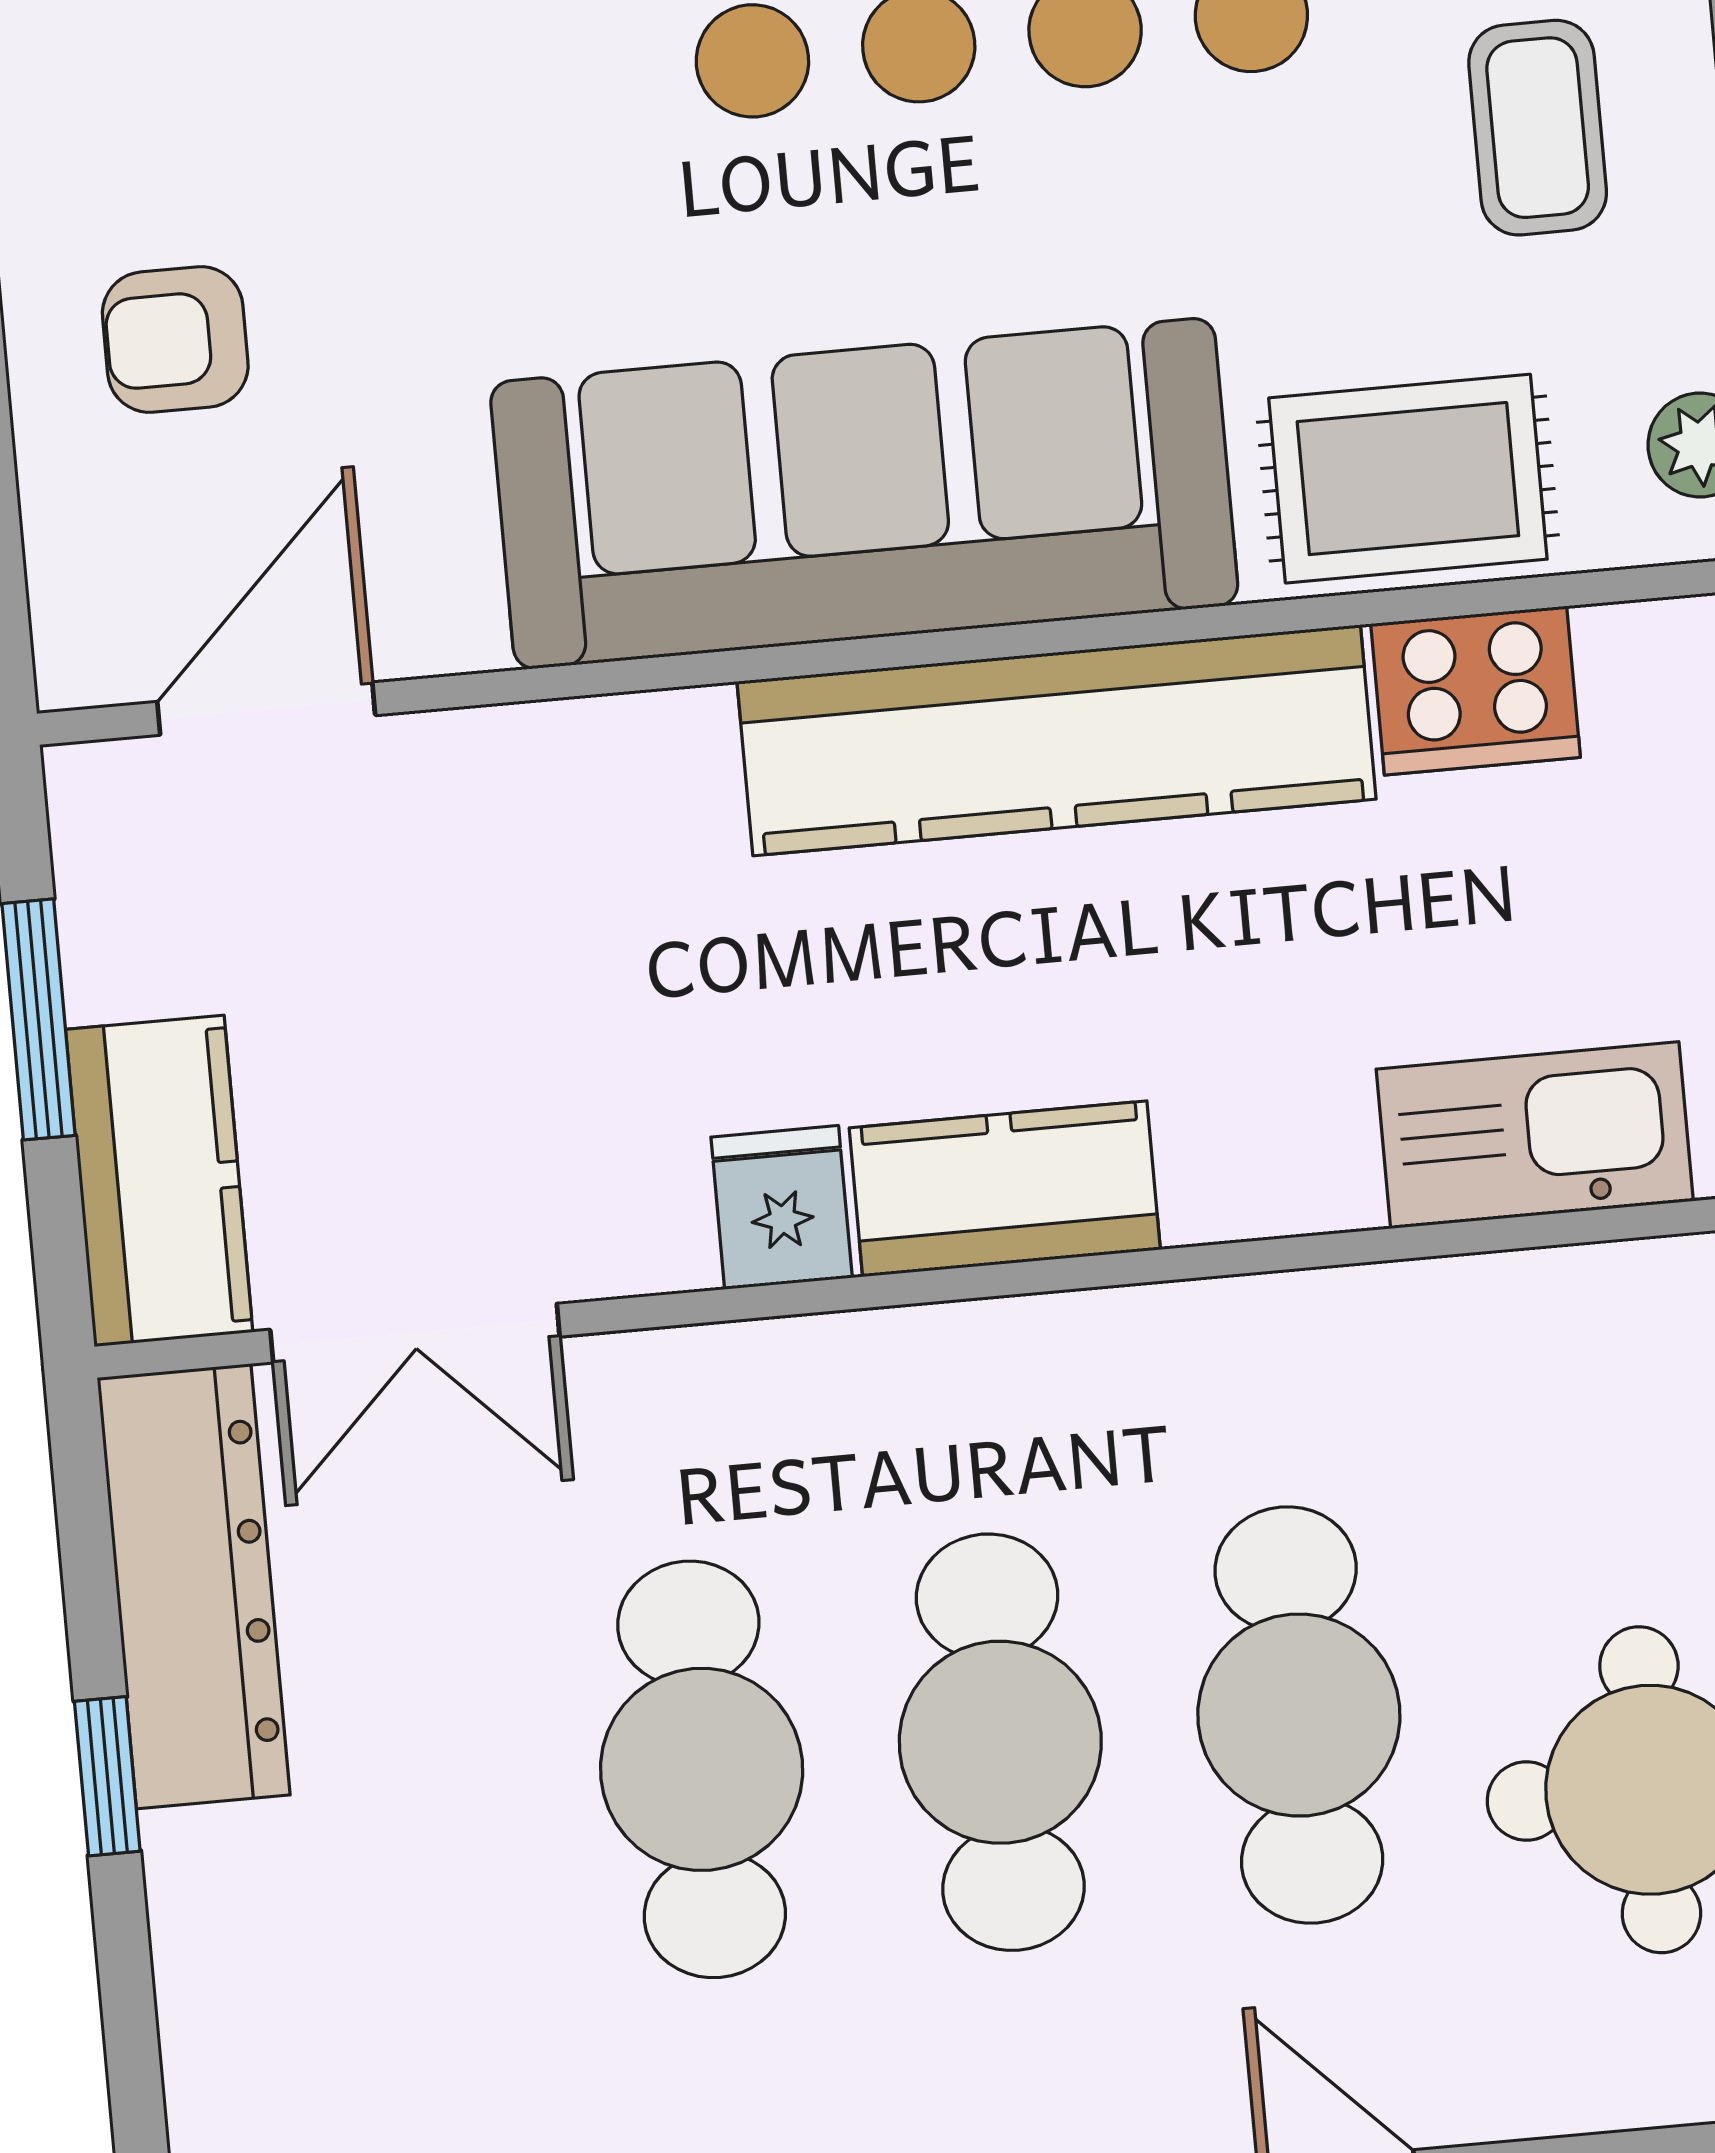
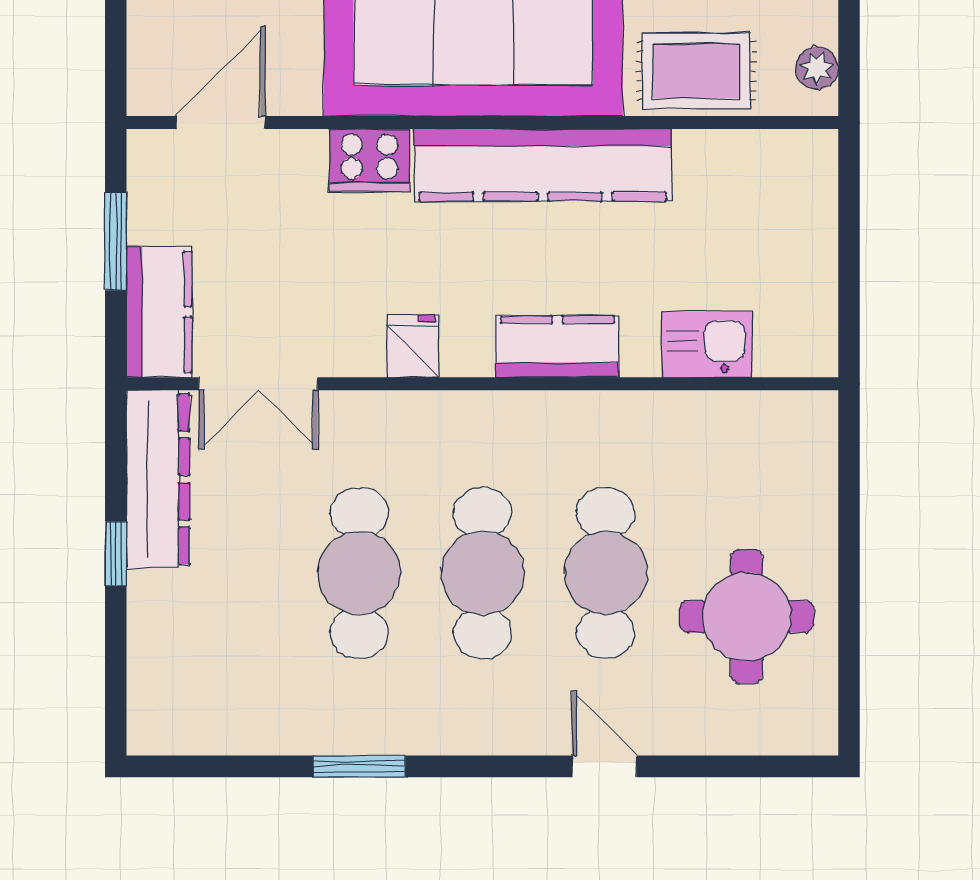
cooker: (1476, 690) -> (369, 160), moved
kitchen sink: (1535, 1135) -> (707, 344), width x0.73
kitchen counter: (1005, 1189) -> (557, 347), moved

